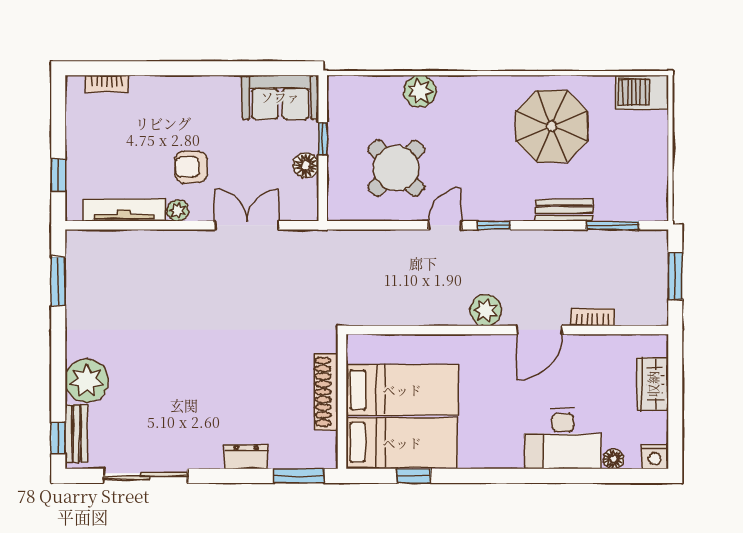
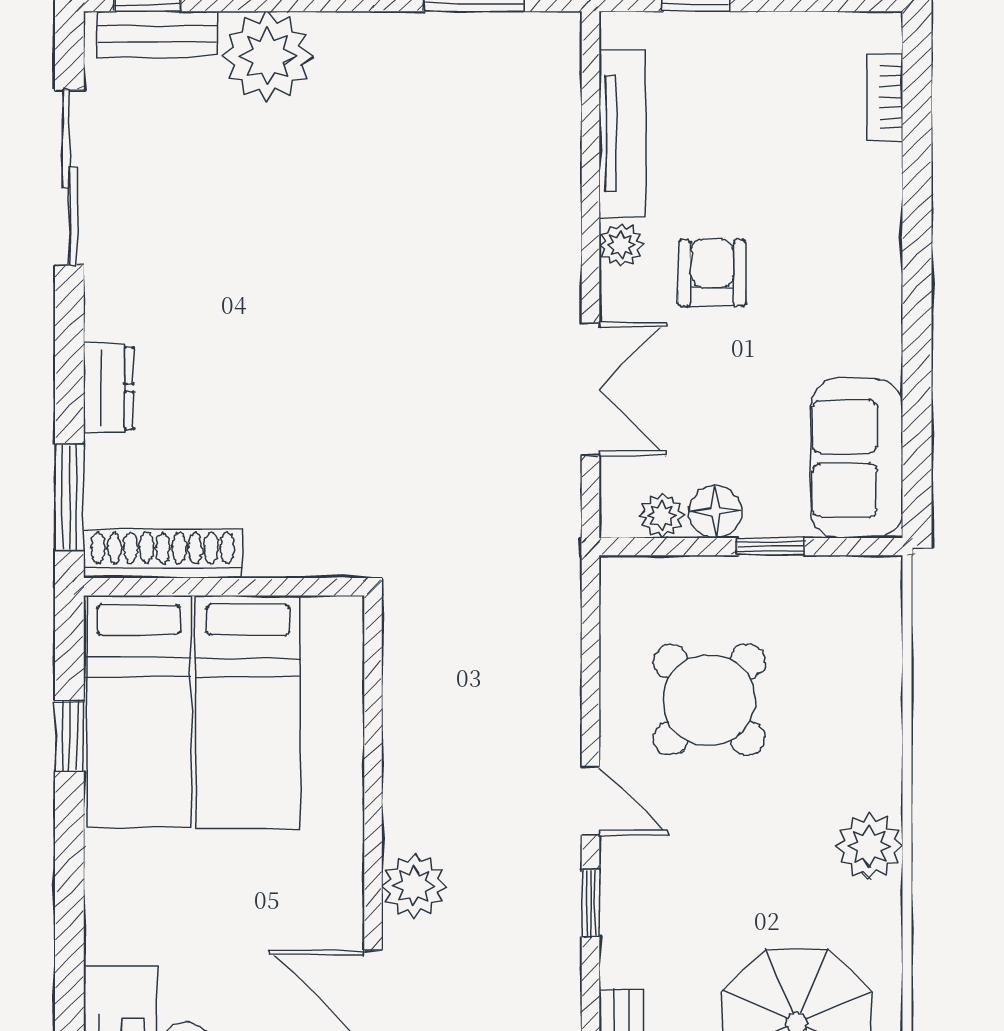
plant: (420, 91) -> (869, 846), moved
plant: (308, 191) -> (662, 515), added
shoe rack: (326, 392) -> (163, 554), moved

